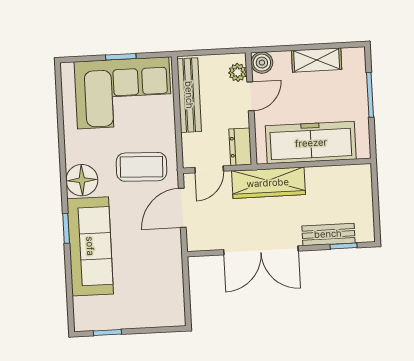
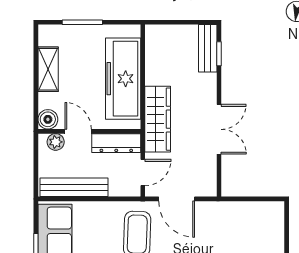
dresser: (240, 147) -> (116, 143), width x1.44
door: (209, 169) -> (143, 173), hinge flipped
bench: (328, 234) -> (208, 48), moved
double door: (261, 250) -> (219, 129), width x0.73

